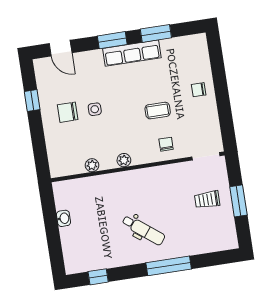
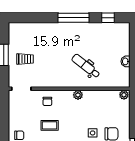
plant: (92, 165) -> (124, 95), moved
dental chair: (143, 230) -> (86, 66), moved
window: (169, 266) -> (73, 18), moved

